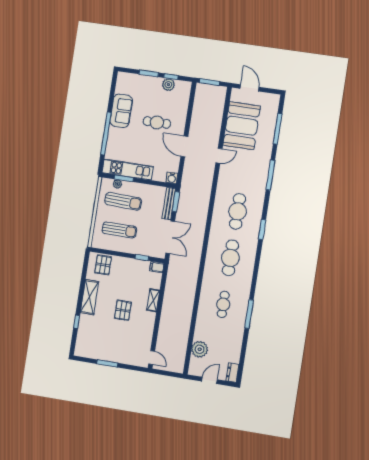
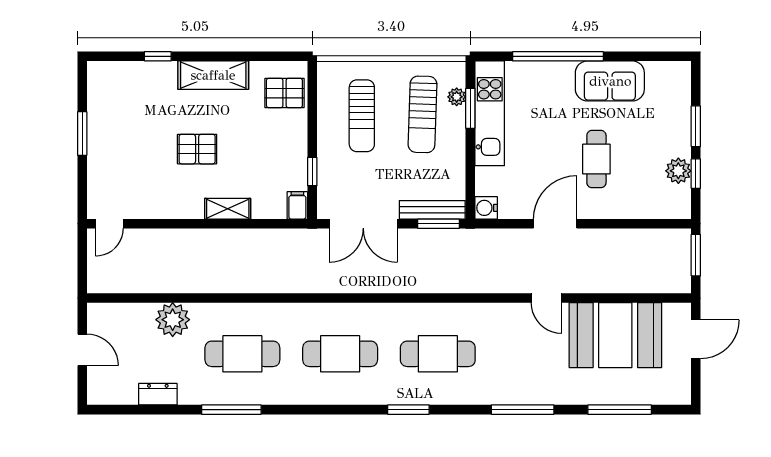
cafe table: (223, 304) -> (242, 354), width x1.37, depth x1.35
plant: (200, 349) -> (173, 320), moved
dresser: (232, 373) -> (158, 394), moved

